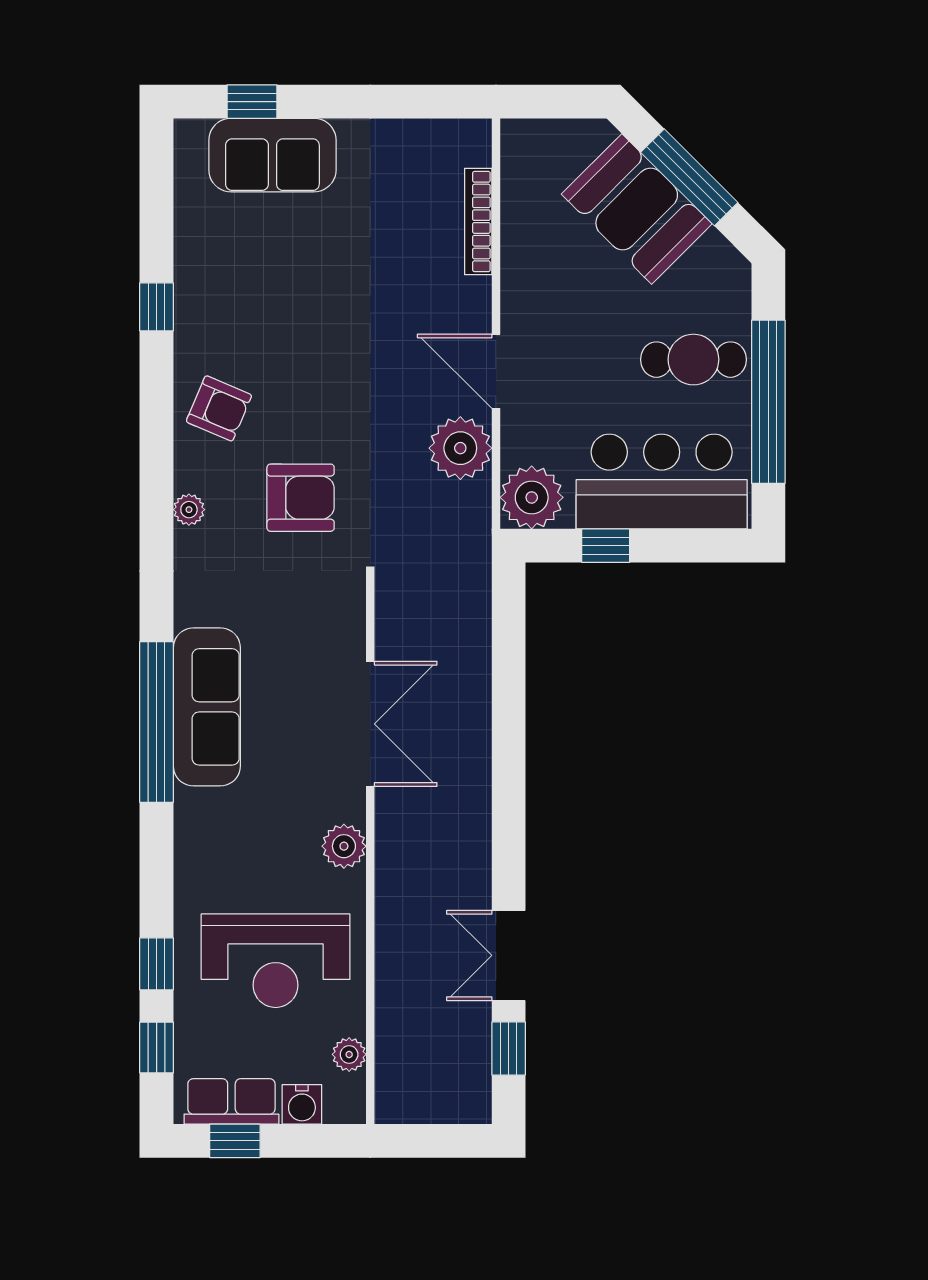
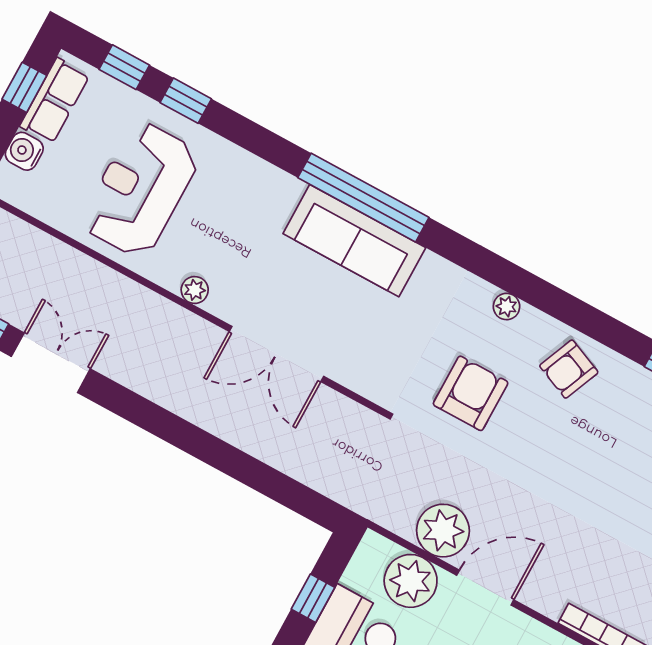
plant: (532, 497) -> (411, 581), moved
armchair: (301, 498) -> (471, 393), turned 180
plant: (344, 846) -> (195, 290), width x0.73, depth x0.73
plant: (349, 1054) -> (42, 206), removed

